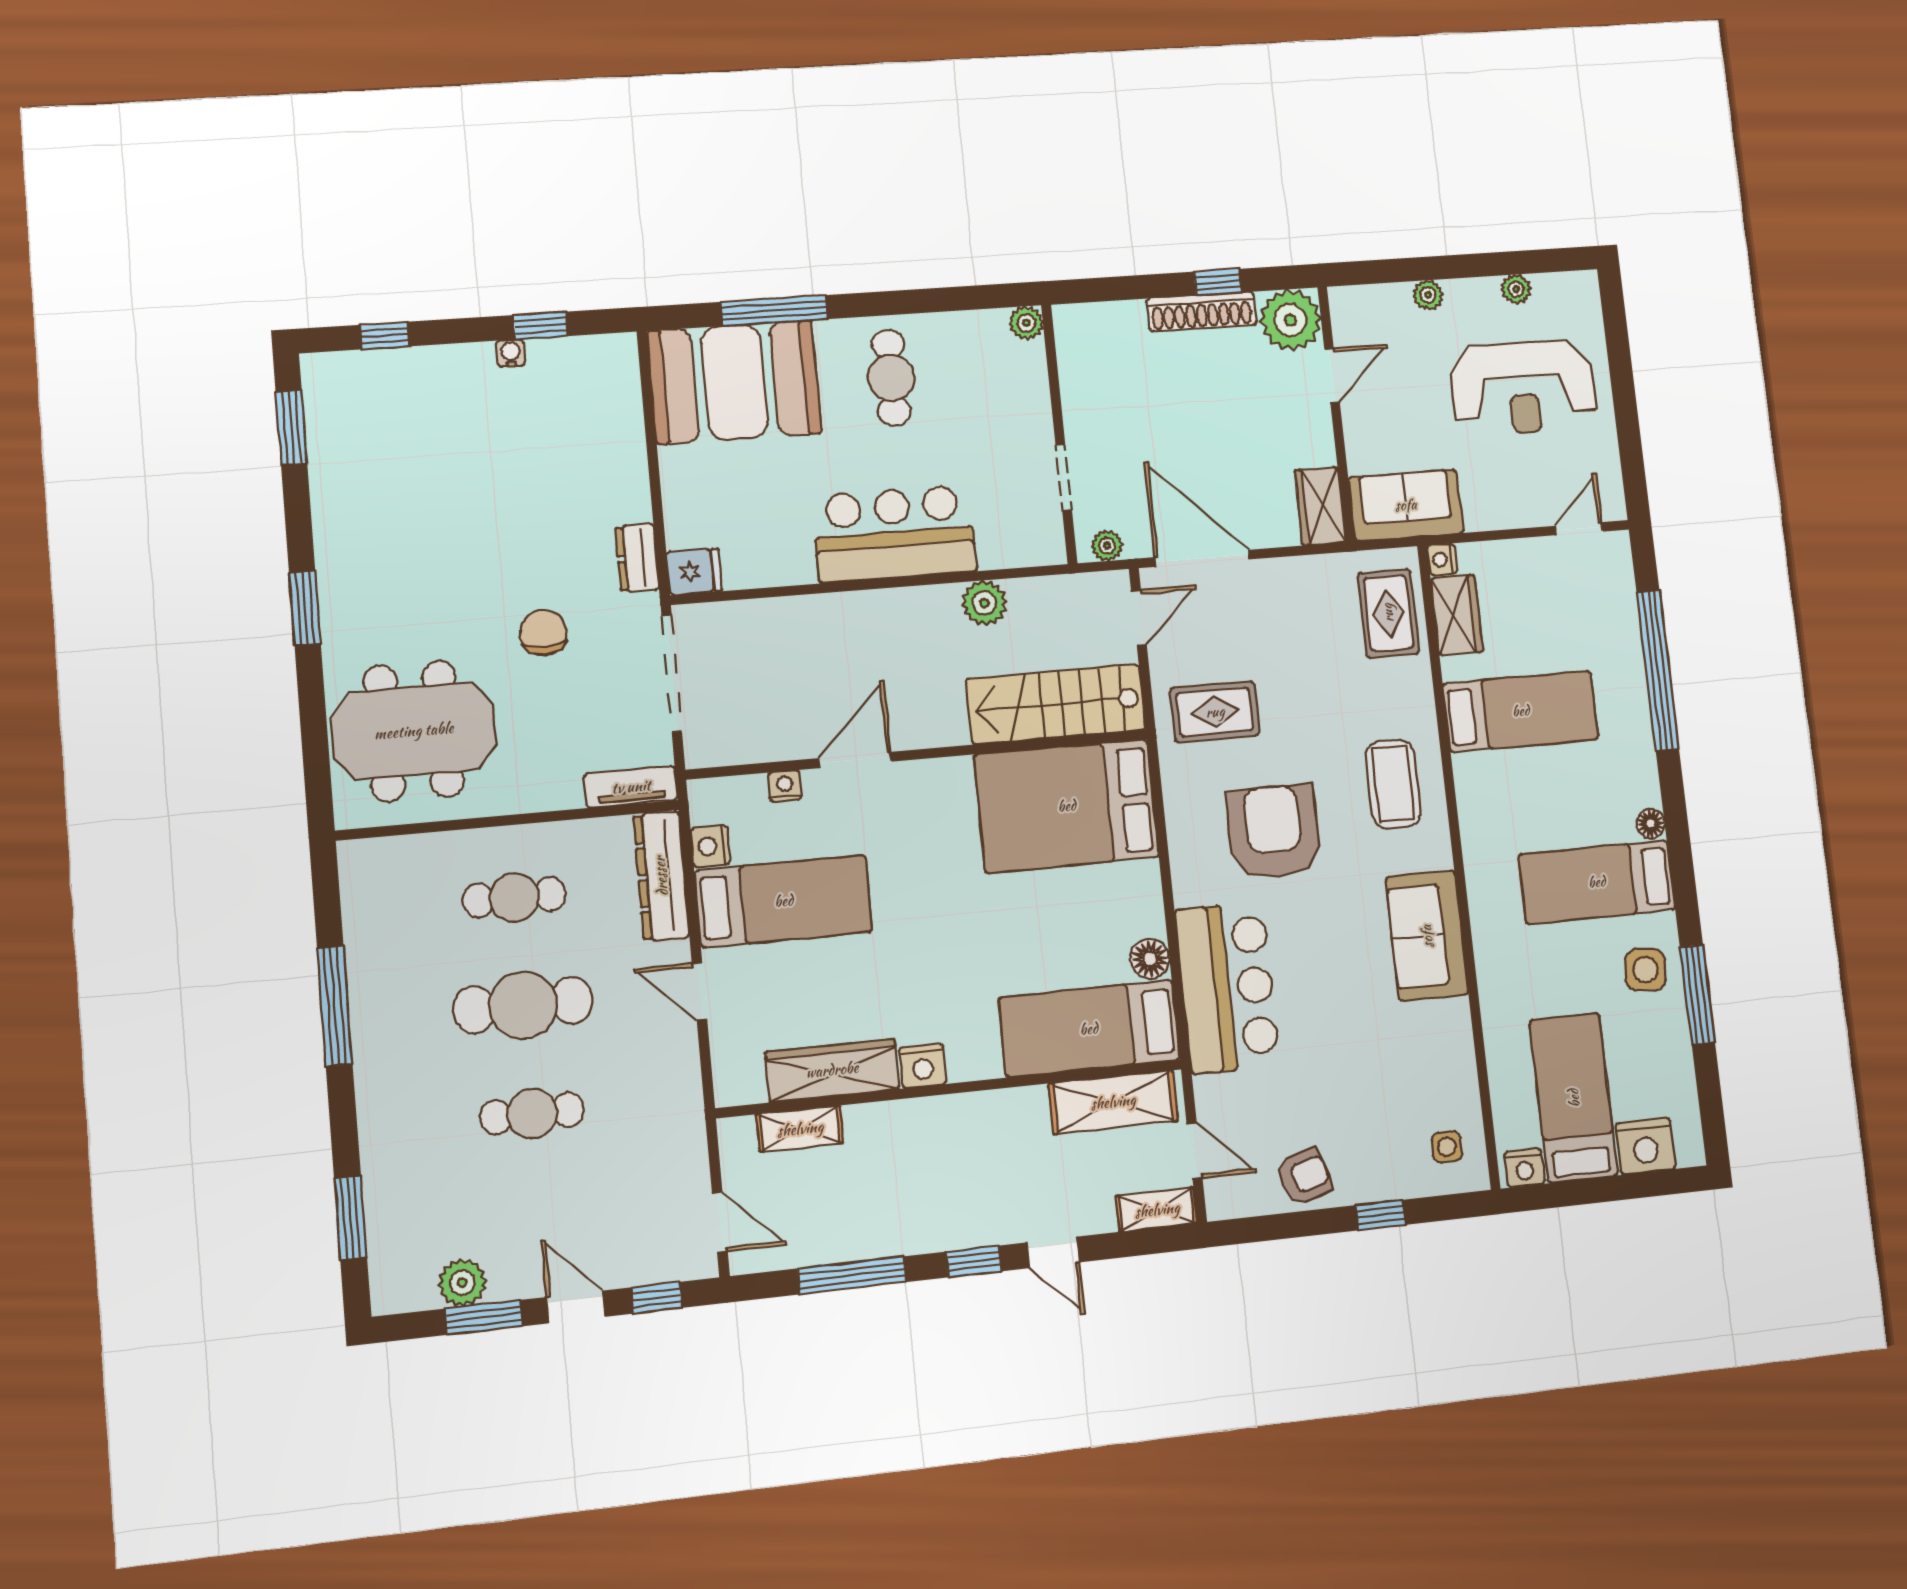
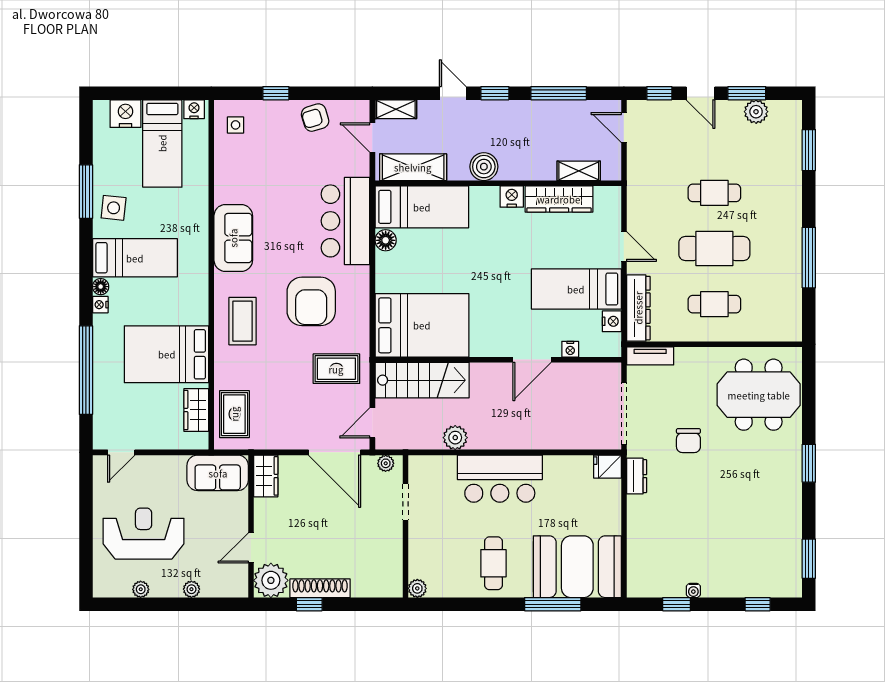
nightstand: (1442, 559) -> (100, 305), moved, turned 180
bed: (1521, 711) -> (167, 354), width x1.50
boiler: (981, 1118) -> (484, 167), added

